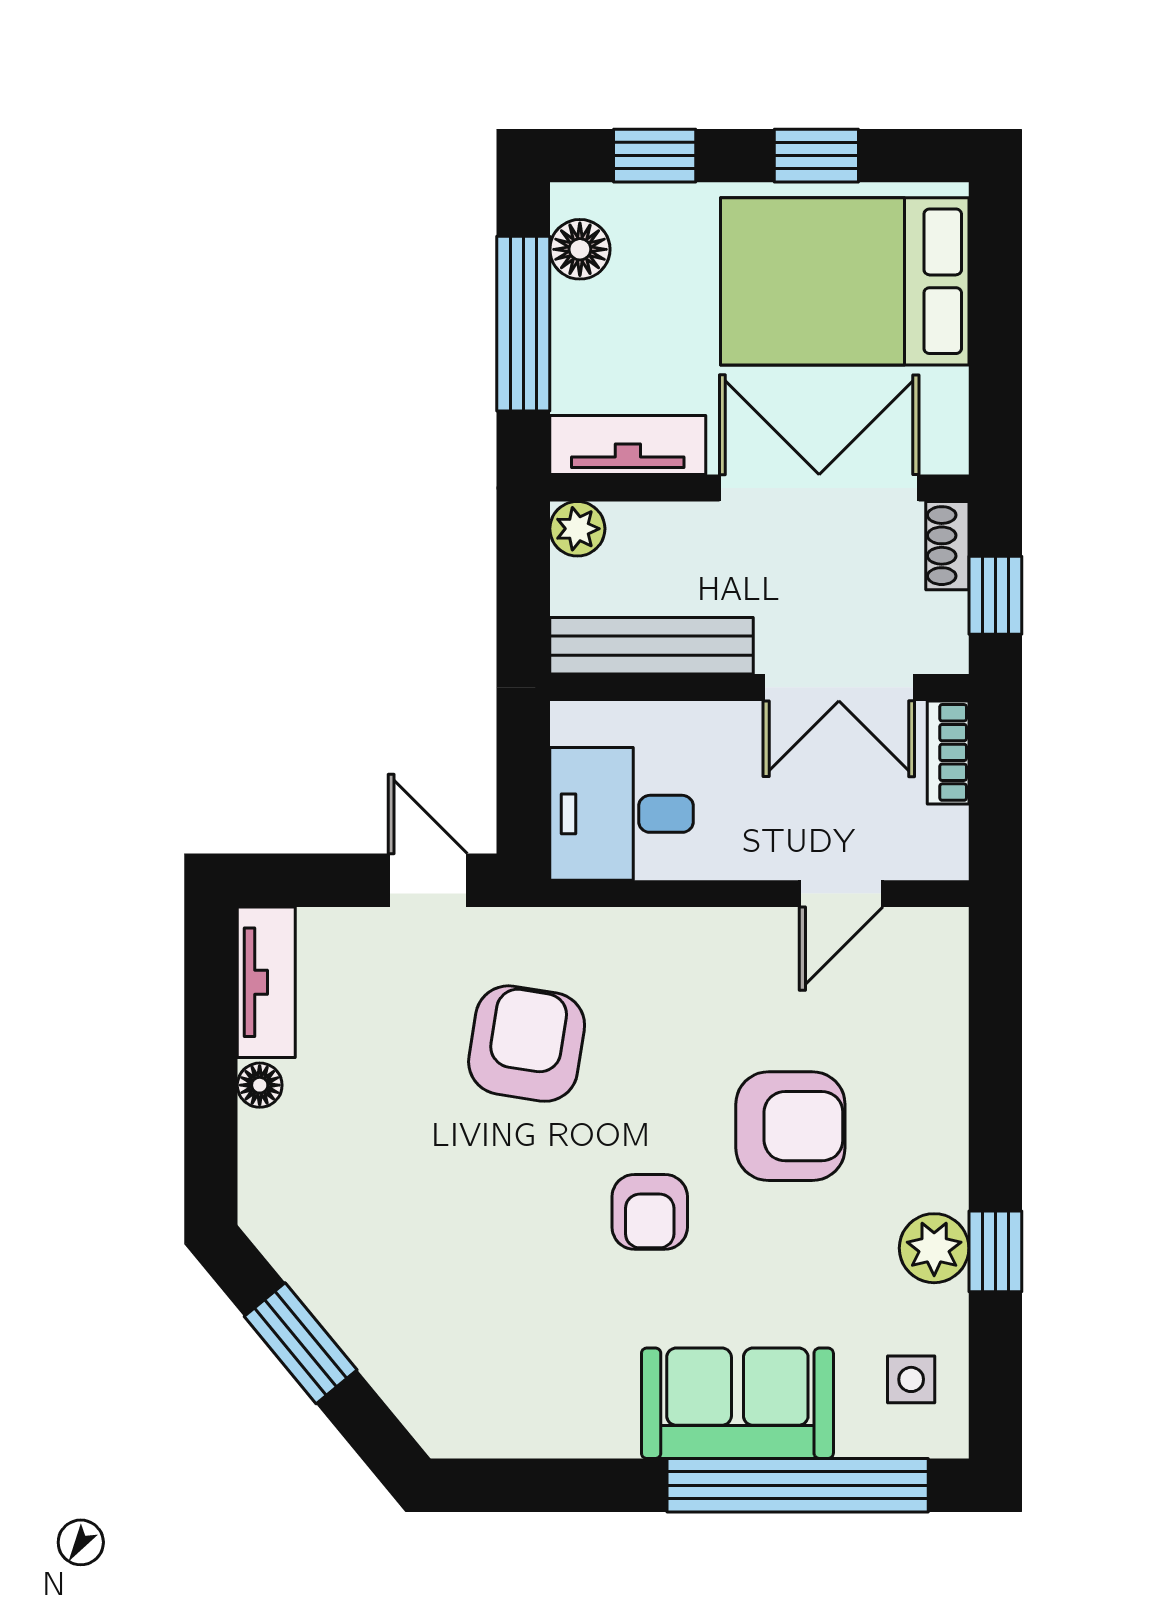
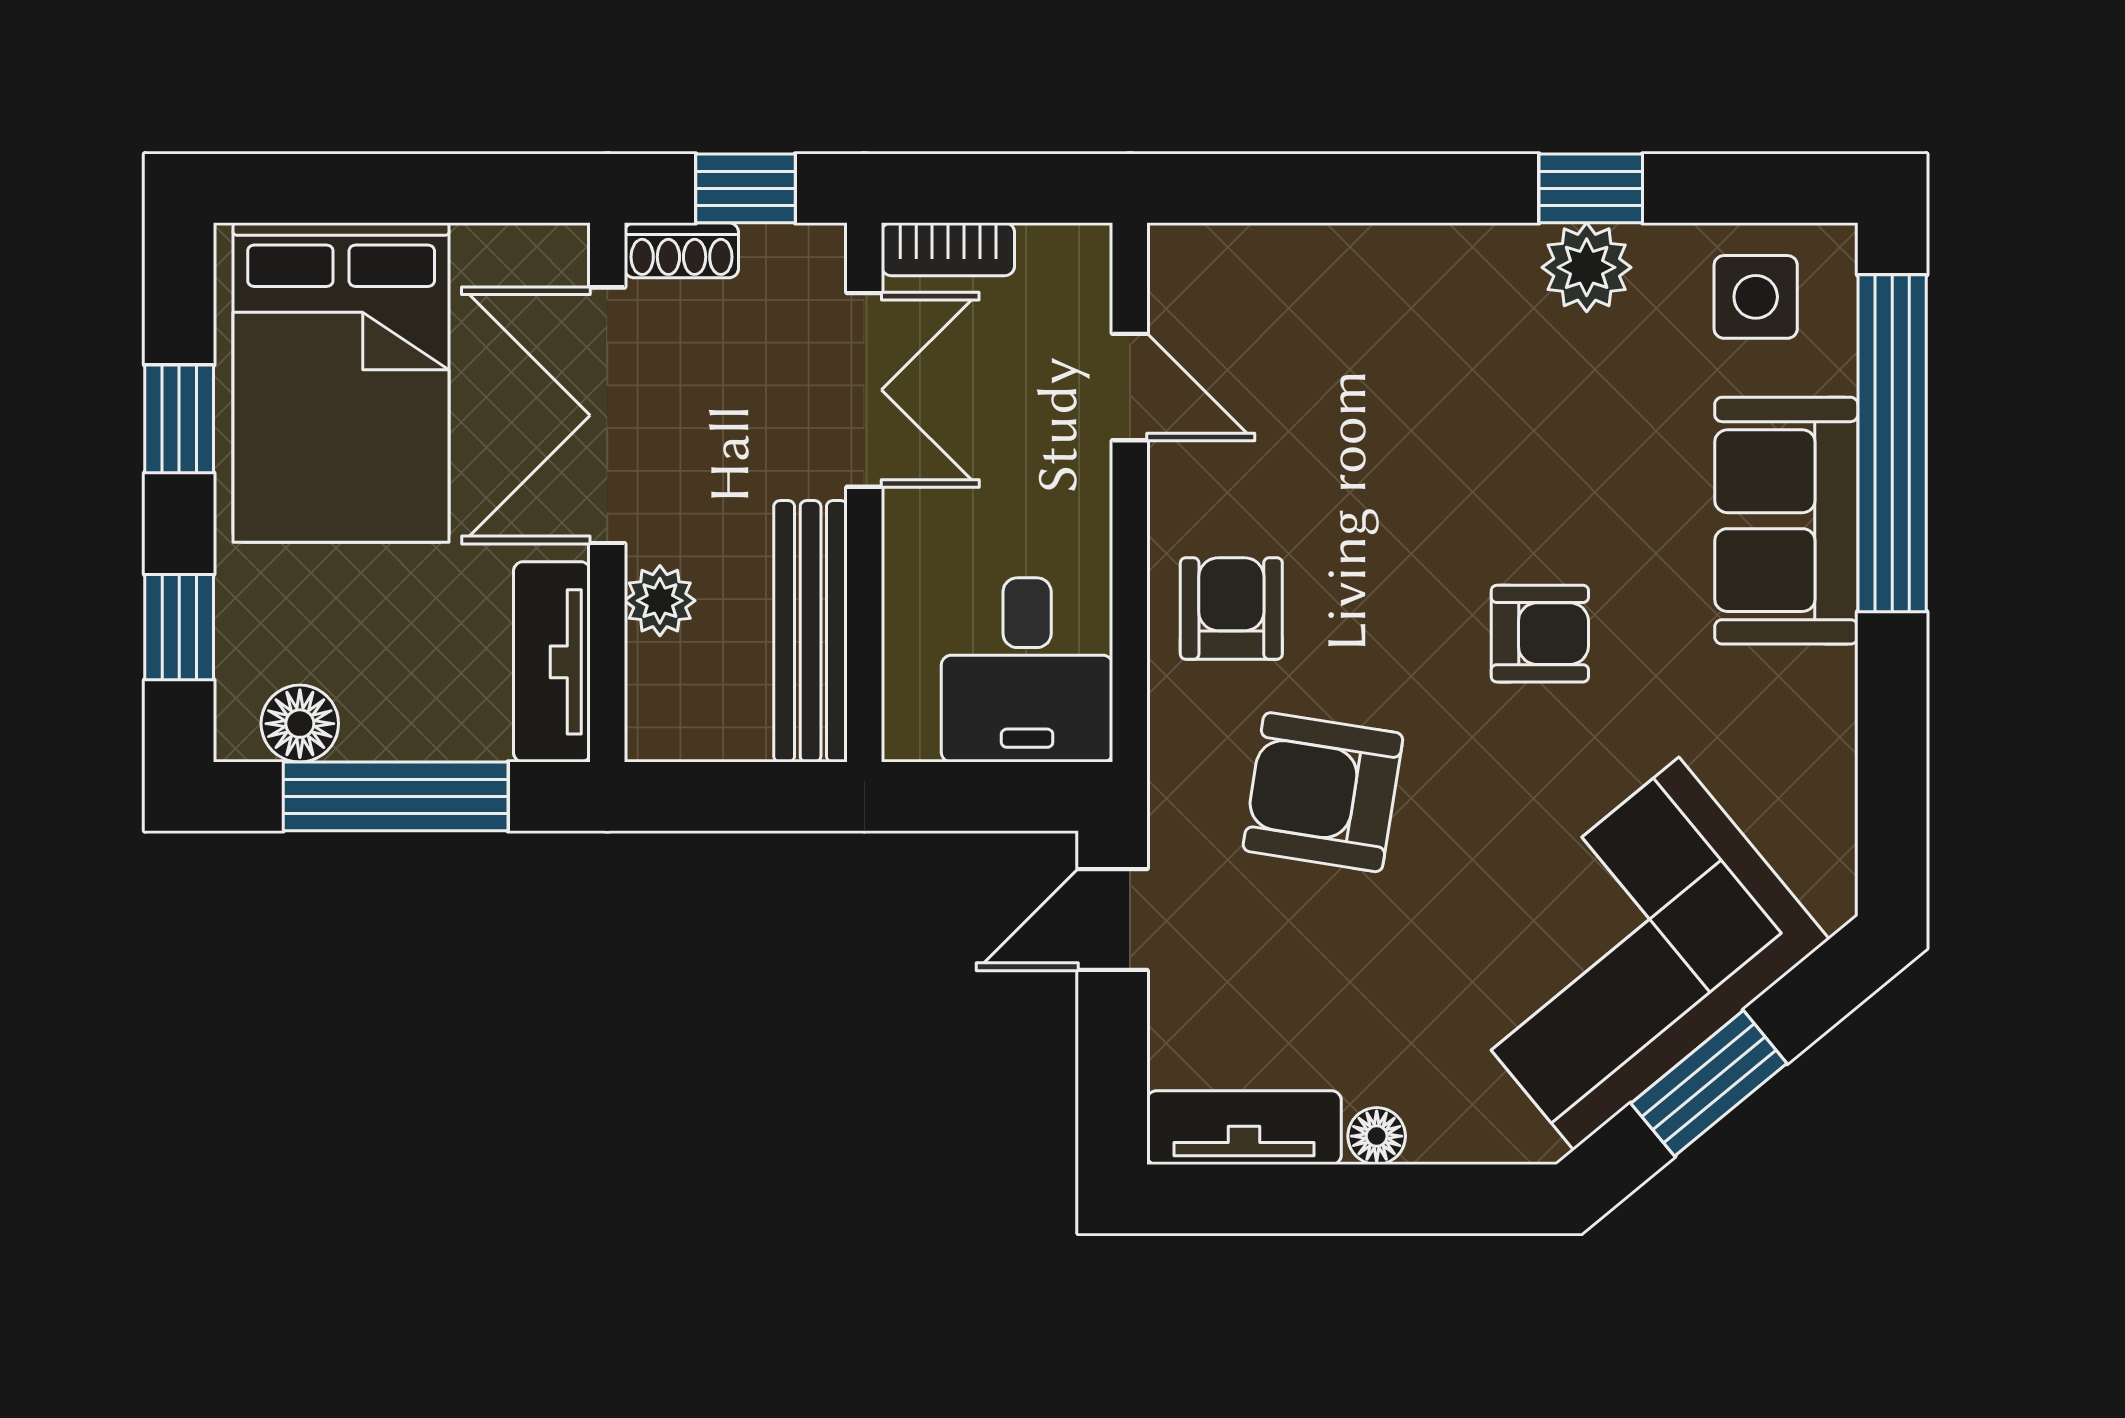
plant: (577, 529) -> (660, 601), moved
armchair: (790, 1126) -> (1231, 608), moved, width x0.72, depth x0.72
corner sofa: (401, 1279) -> (1626, 954), added
side table: (911, 1379) -> (1756, 297), width x1.37, depth x1.37

